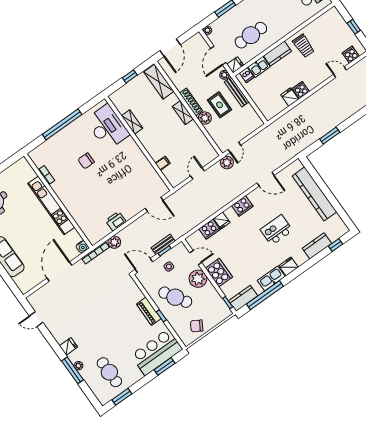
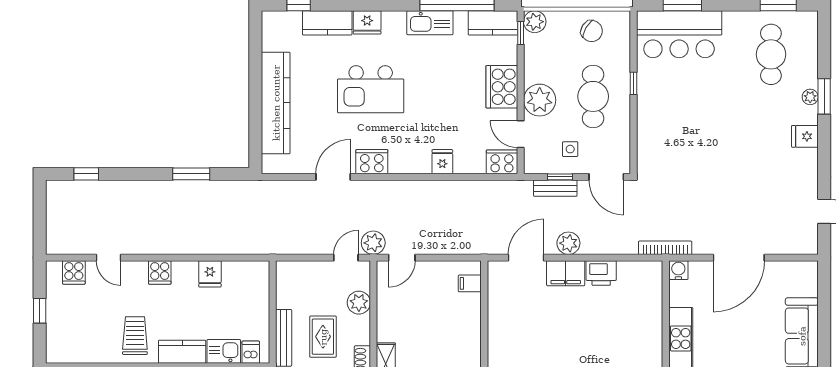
cooker: (301, 90) -> (160, 272), moved
plant: (205, 118) -> (359, 303), moved
filing cabinet: (163, 163) -> (470, 283), moved
door: (198, 173) -> (402, 258), moved
door: (266, 179) -> (333, 177), hinge flipped
door: (154, 204) -> (526, 258), hinge flipped
cooker: (242, 206) -> (372, 162), moved
filing cabinet: (132, 210) -> (566, 273), added
cooker: (209, 229) -> (502, 162), moved
kitchen island: (277, 230) -> (371, 89), width x1.37, depth x1.28
plant: (114, 242) -> (568, 243), moved
fridge: (288, 266) -> (367, 22), moved
cafe table: (175, 297) -> (593, 96), turned 32
piano: (149, 311) -> (647, 103), removed
plant: (225, 312) -> (535, 22), added
window: (72, 370) -> (824, 96), width x0.69

